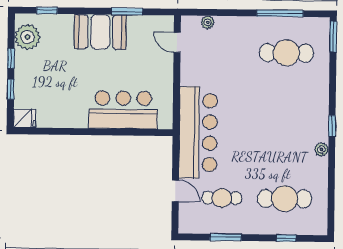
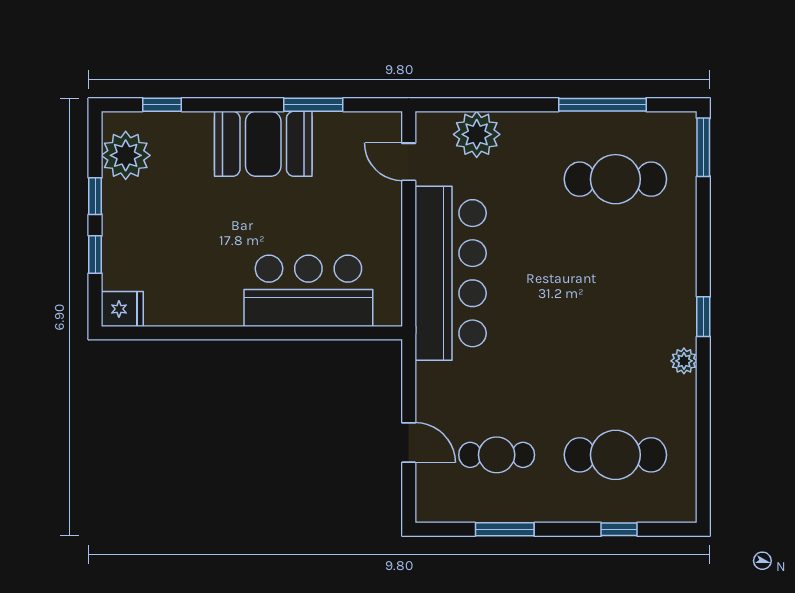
plant: (208, 22) -> (477, 134), width x1.88, depth x1.88
bar counter: (198, 133) -> (451, 273), moved

